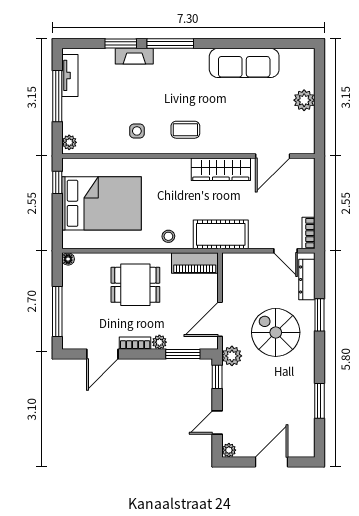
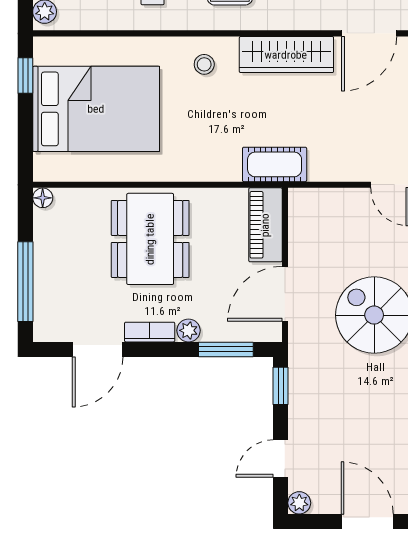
cot: (221, 234) -> (275, 164), width x0.73, depth x0.75
stool: (168, 236) -> (204, 64), moved
piano: (195, 263) -> (265, 225), moved, turned 90
dining table: (135, 285) -> (150, 239), width x1.38
plant: (232, 356) -> (304, 352), removed
door: (271, 462) -> (367, 522), hinge flipped

